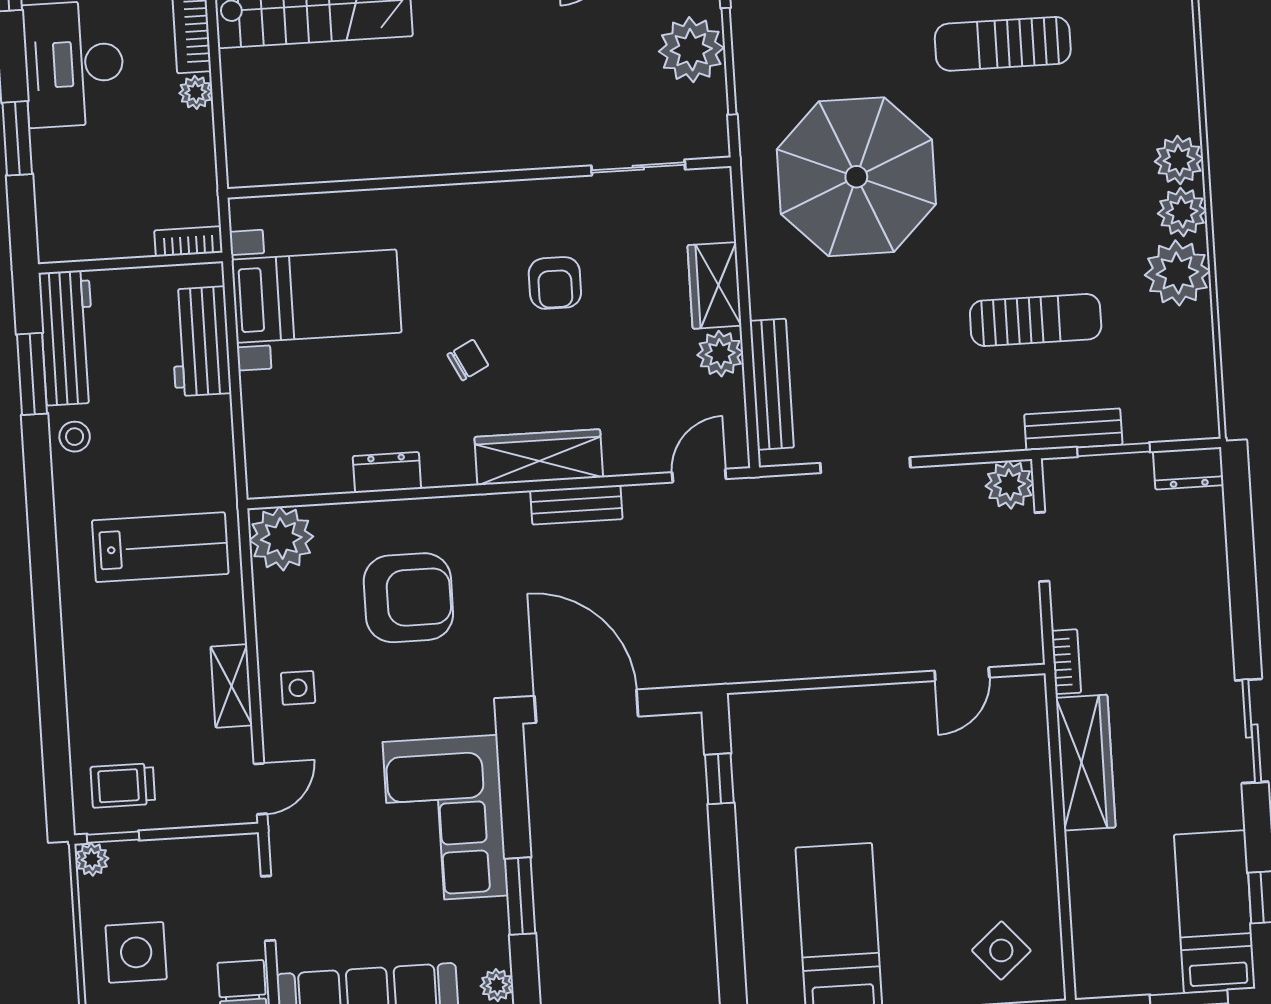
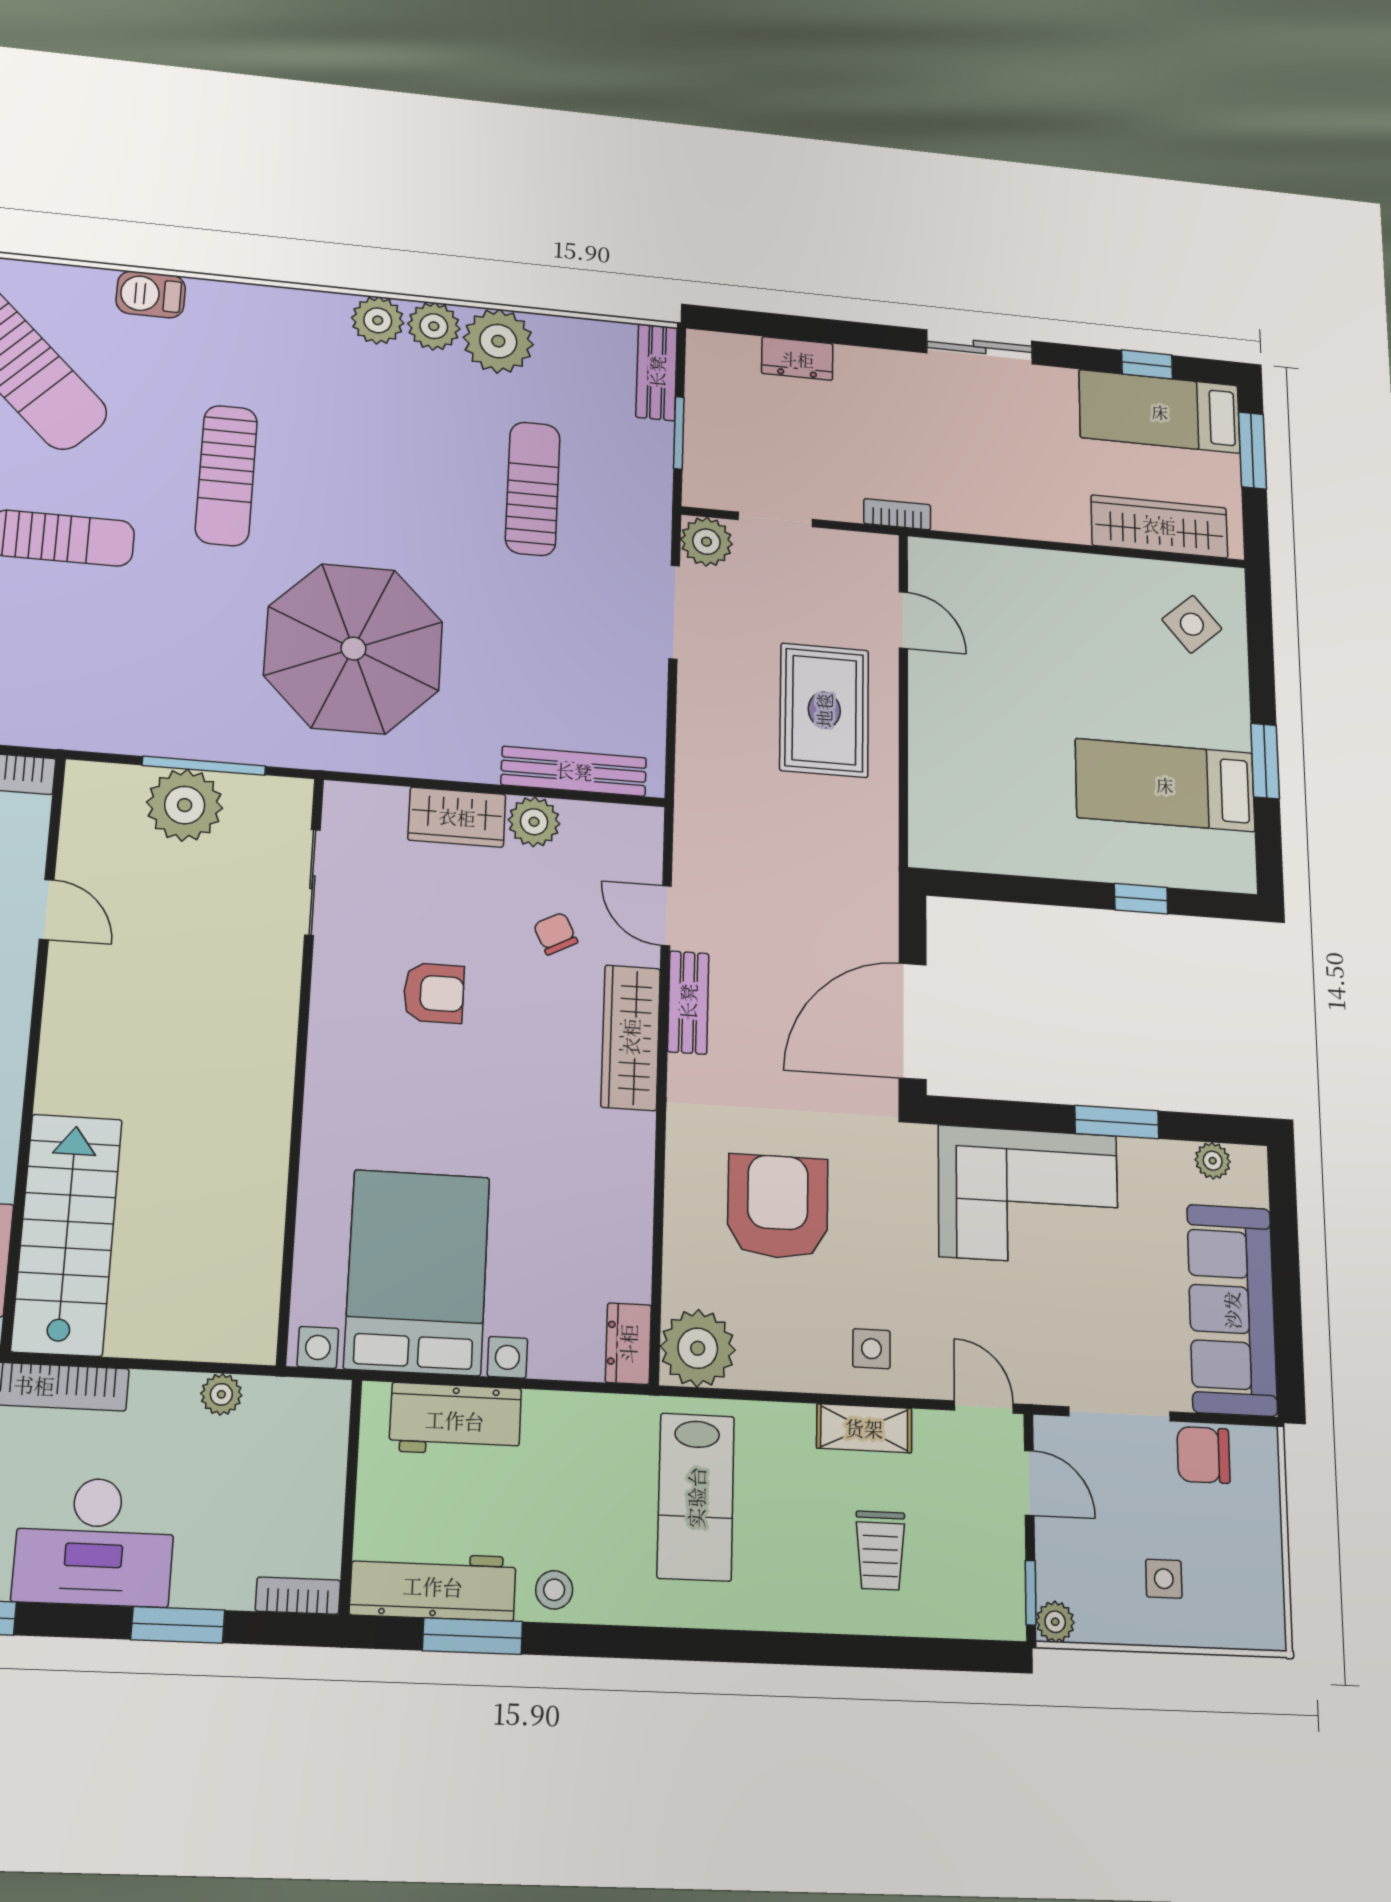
plant: (196, 92) -> (221, 1394), moved
bookcase: (188, 241) -> (298, 1596), moved, turned 90
bed with nightstands: (316, 296) -> (417, 1272), width x1.36
chair: (468, 360) -> (555, 934), moved
bench: (1073, 429) -> (657, 372), moved
doorway: (865, 465) -> (674, 612), moved
dresser: (1188, 468) -> (797, 359), moved, turned 90
dresser: (387, 472) -> (628, 1344), moved
door: (699, 476) -> (666, 916), moved
lab bench: (160, 547) -> (696, 1497), turned 180
rug: (863, 606) -> (824, 710), added
wardrobe: (1086, 763) -> (1159, 526), moved
window: (719, 779) -> (1141, 899), moved
trolley: (123, 785) -> (880, 1551), moved
door: (202, 831) -> (1029, 1483), added
doorway: (268, 908) -> (1119, 1414), width x1.38
side table: (136, 952) -> (1164, 1579), width x0.54, depth x0.54

